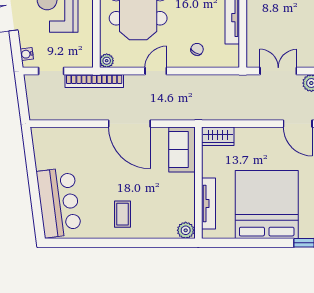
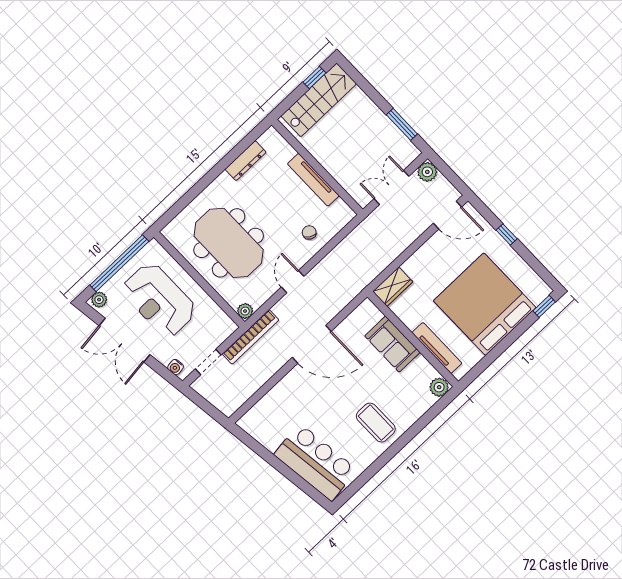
sofa: (182, 150) -> (392, 344), moved
coffee table: (123, 214) -> (376, 423), width x1.36, depth x1.30

